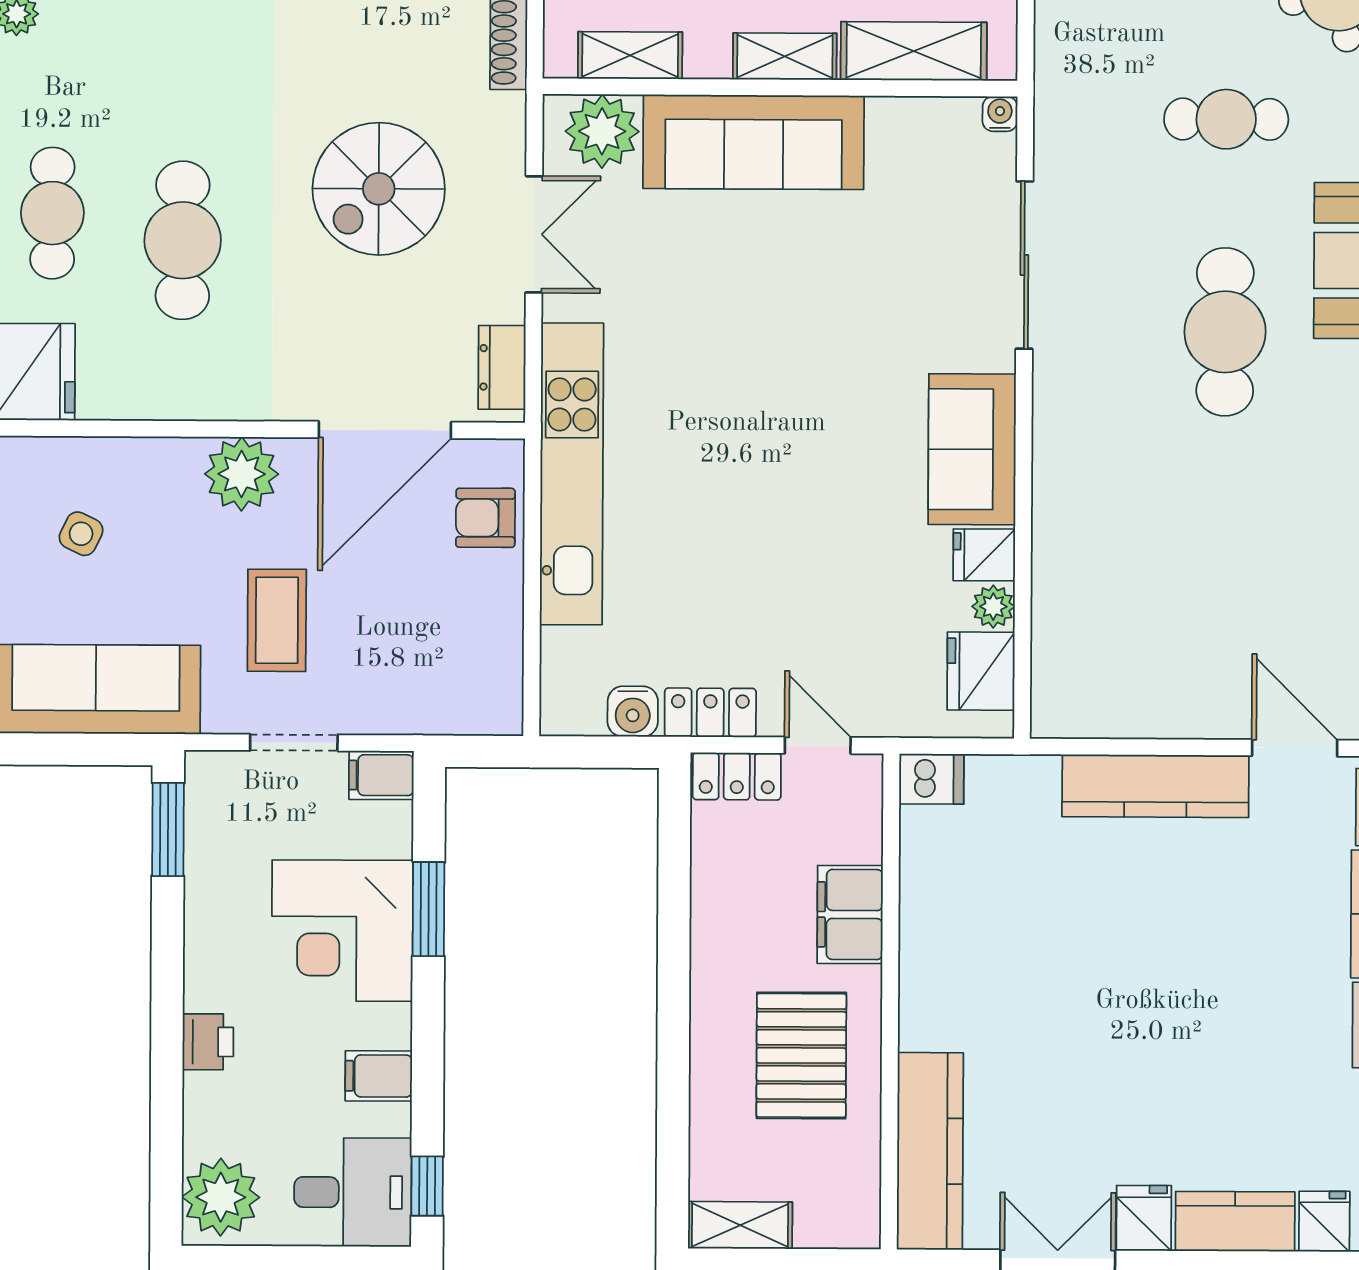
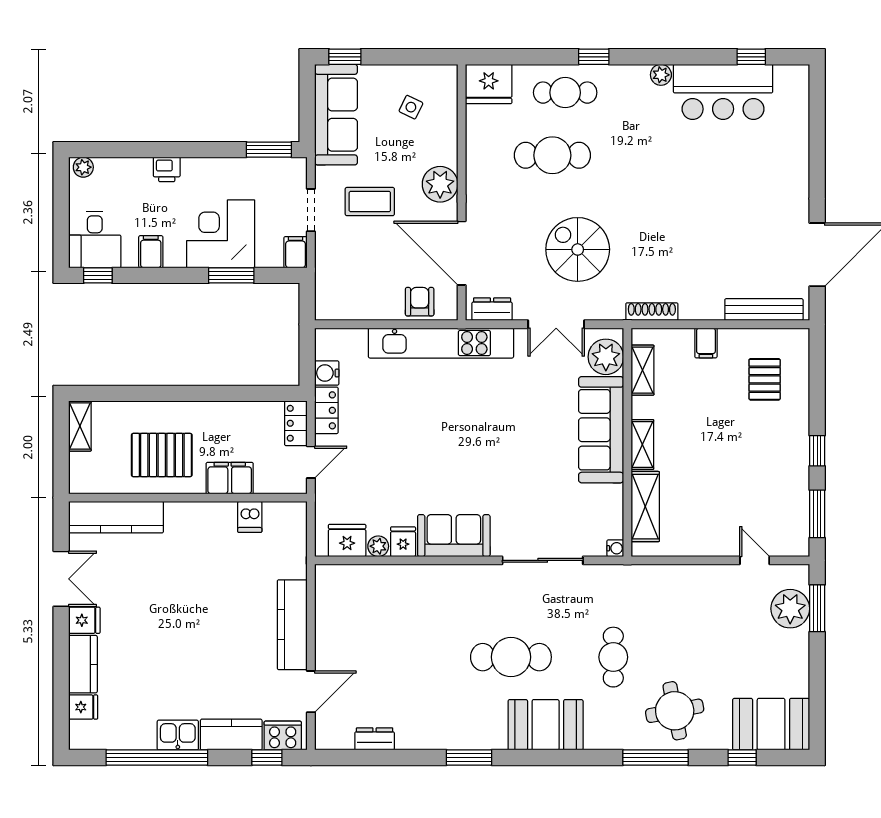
dishwasher: (931, 779) -> (250, 517), moved
plant: (221, 1197) -> (83, 167), width x0.53, depth x0.53

